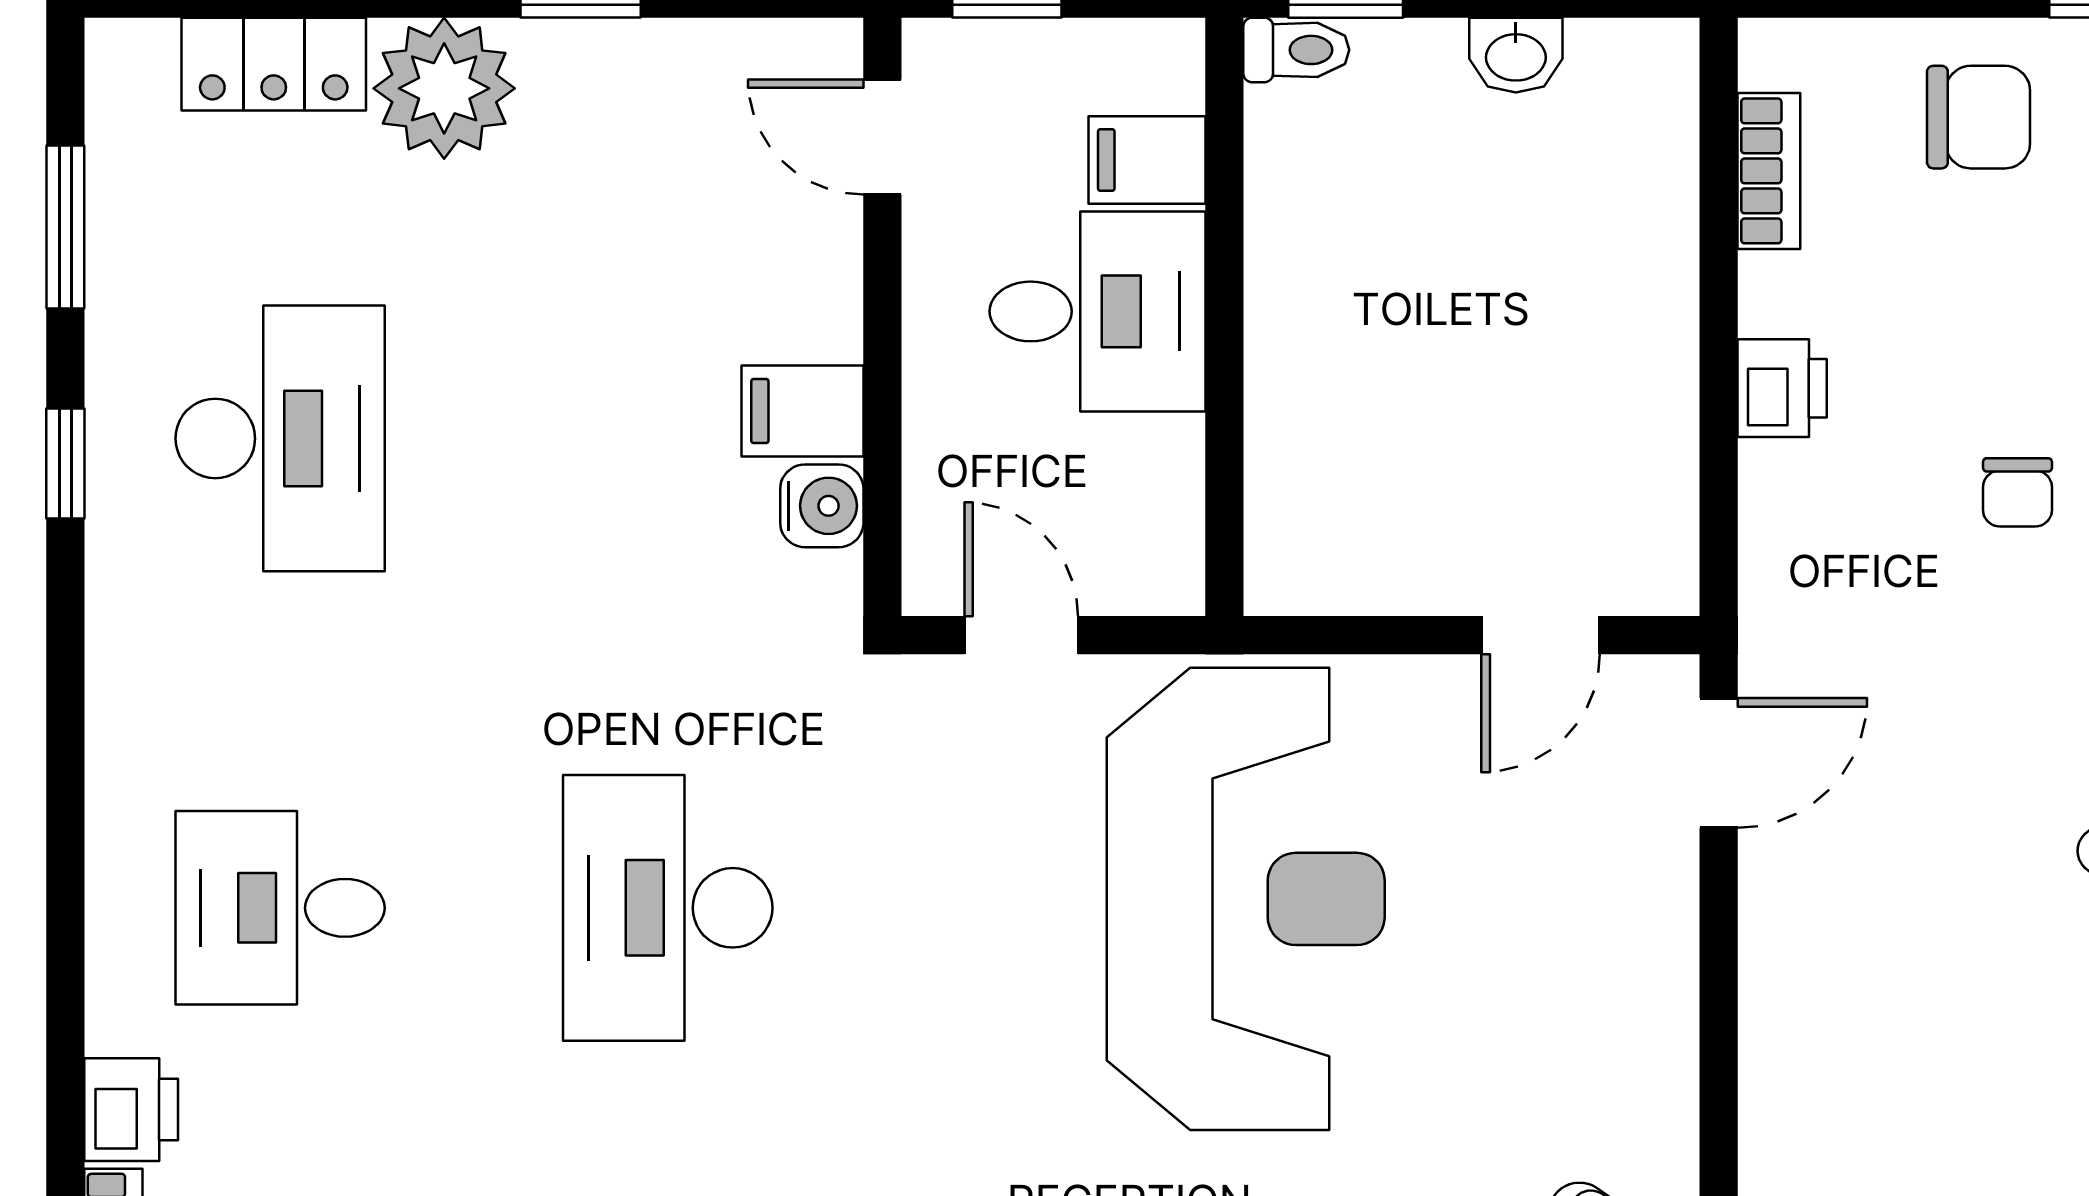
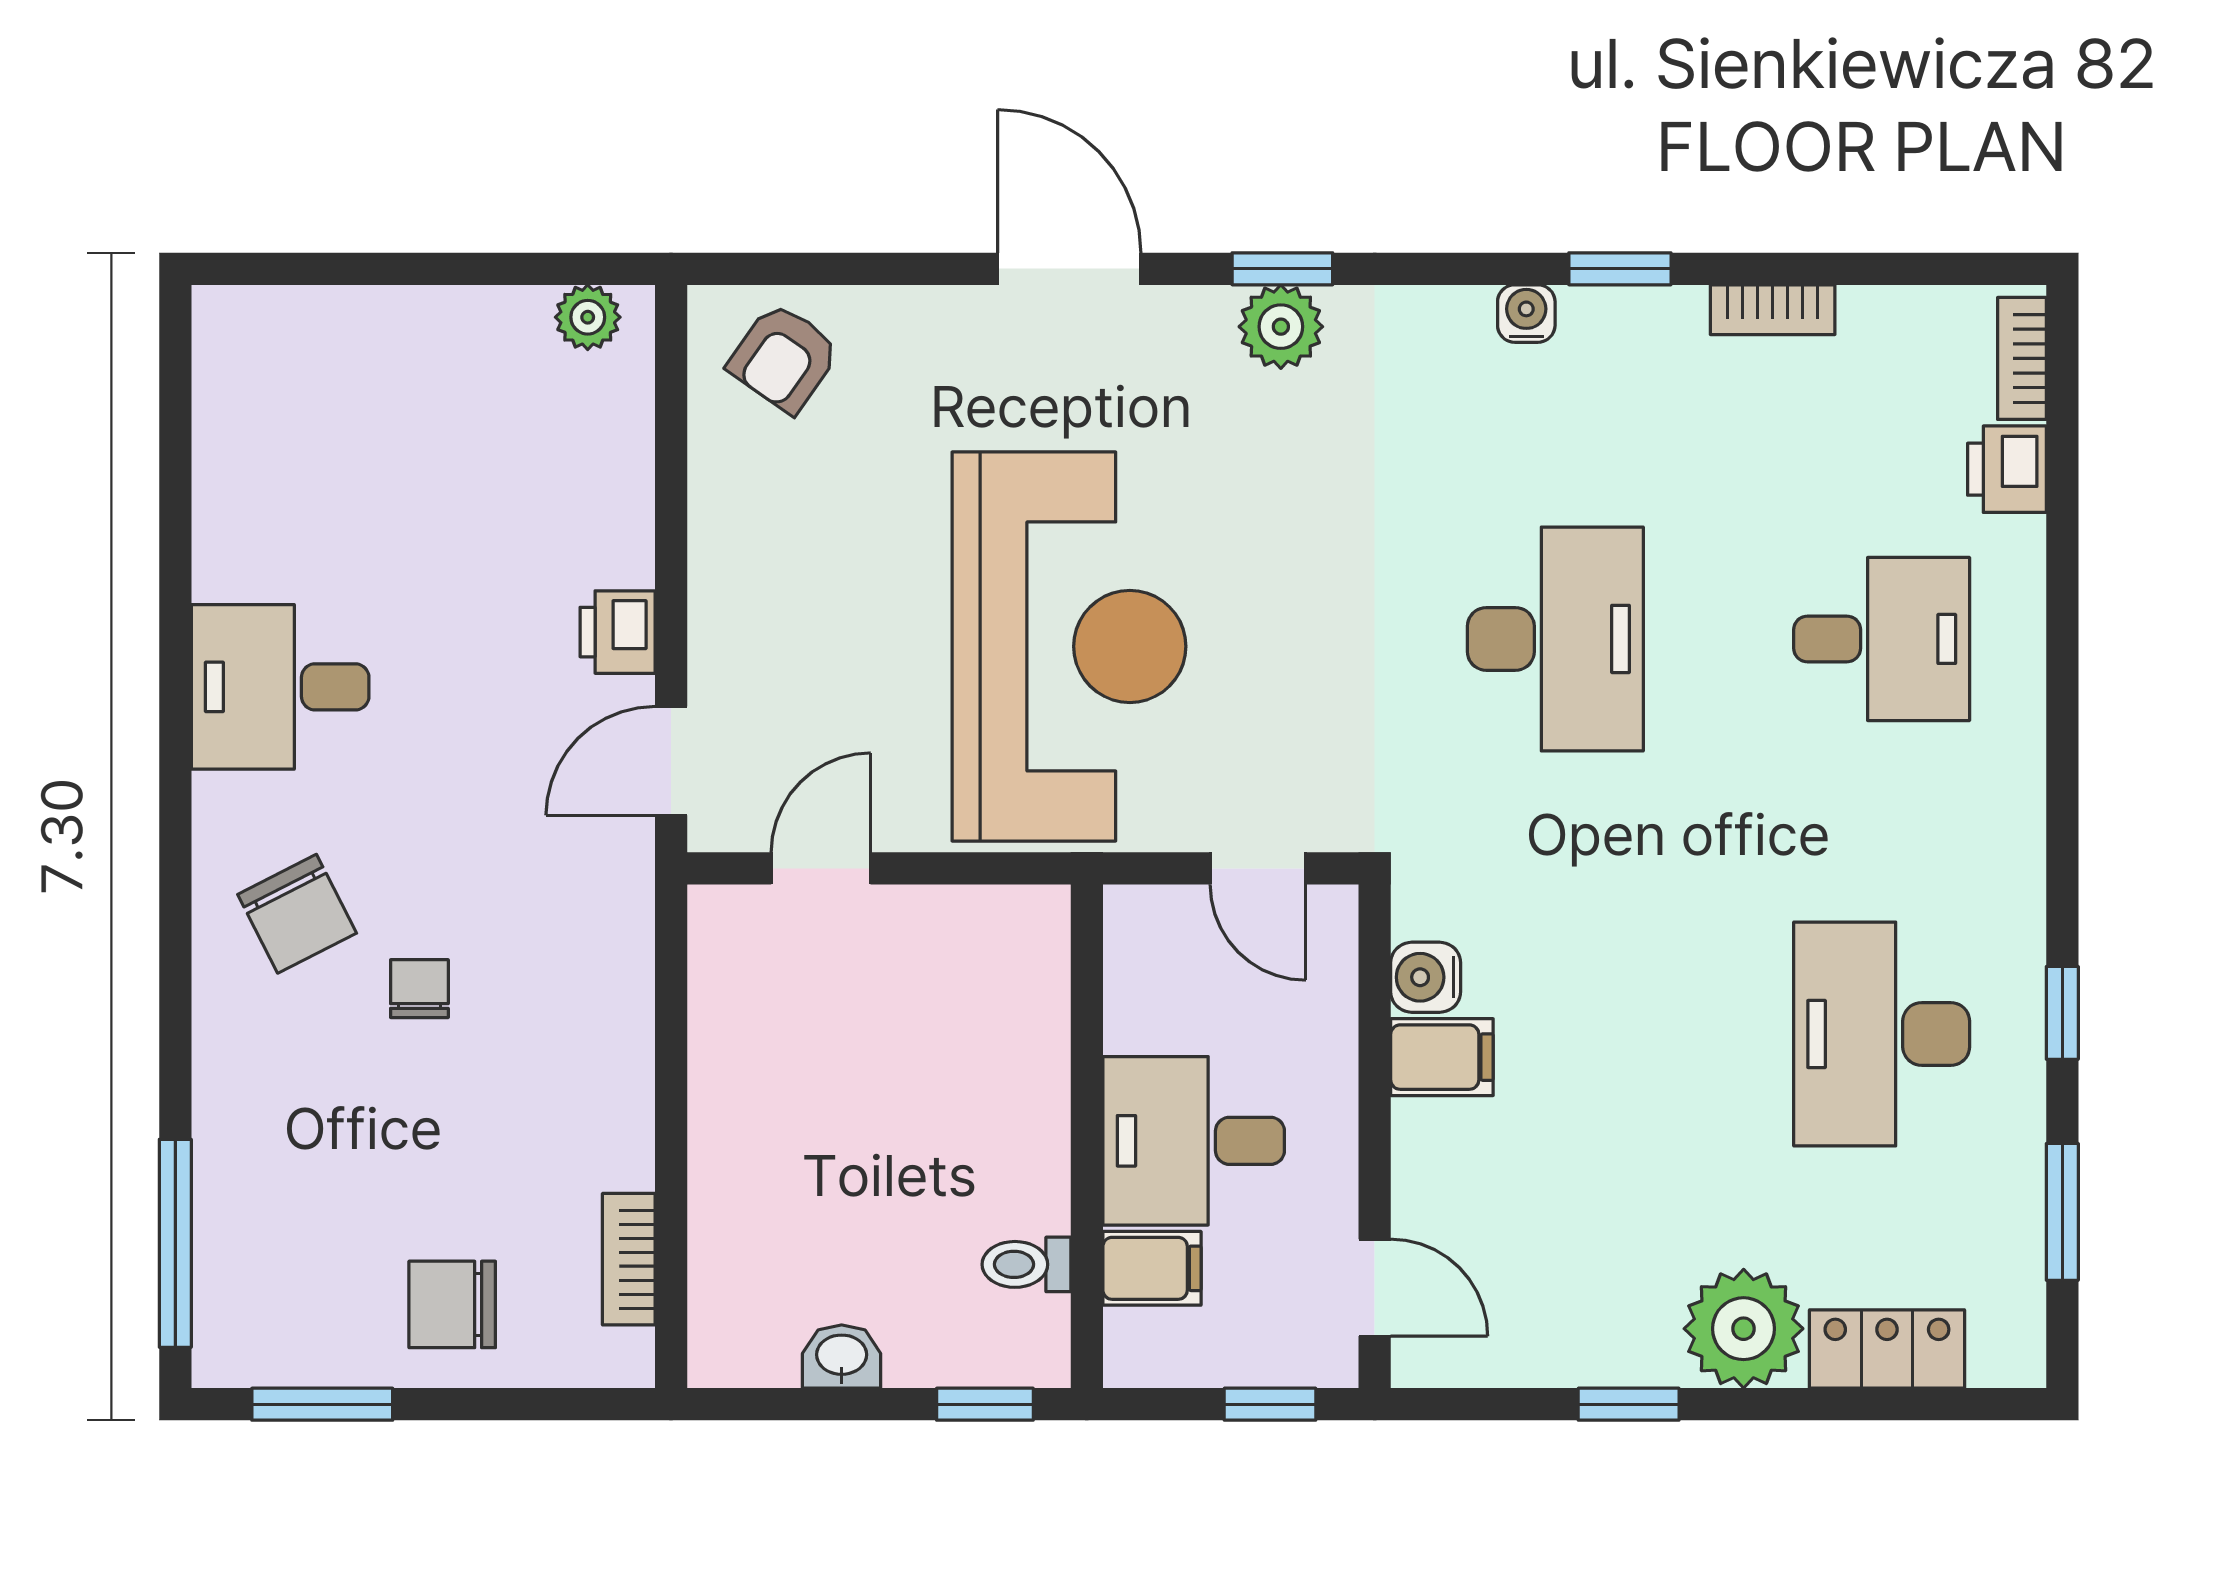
toilet: (1296, 50) -> (1026, 1264), moved
printer: (1782, 388) -> (618, 632), moved
reception desk: (1246, 899) -> (1069, 646), turned 180

